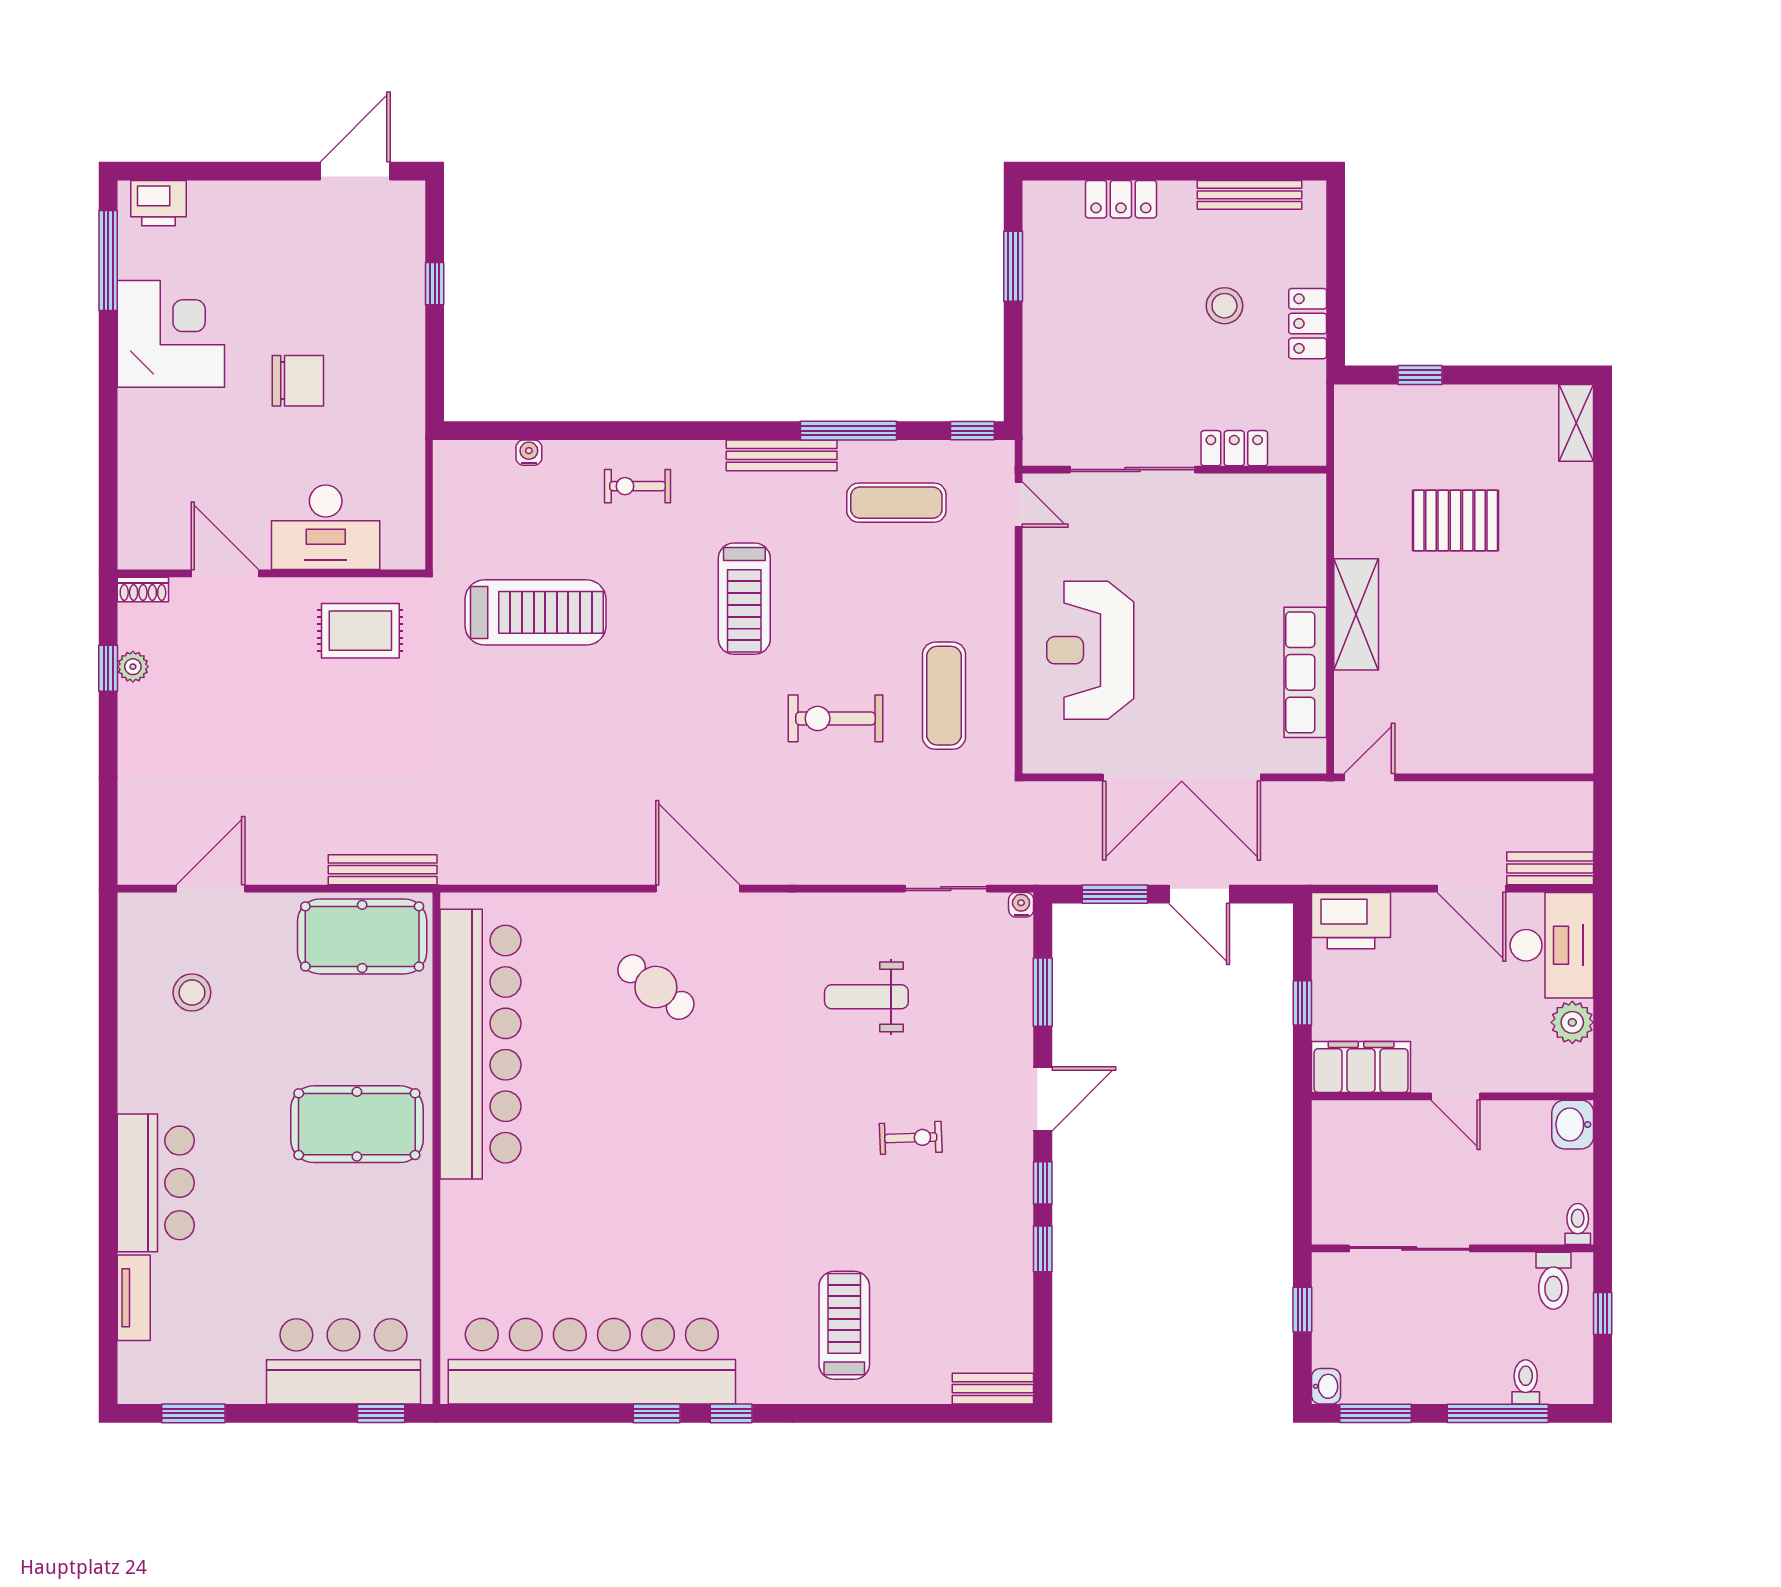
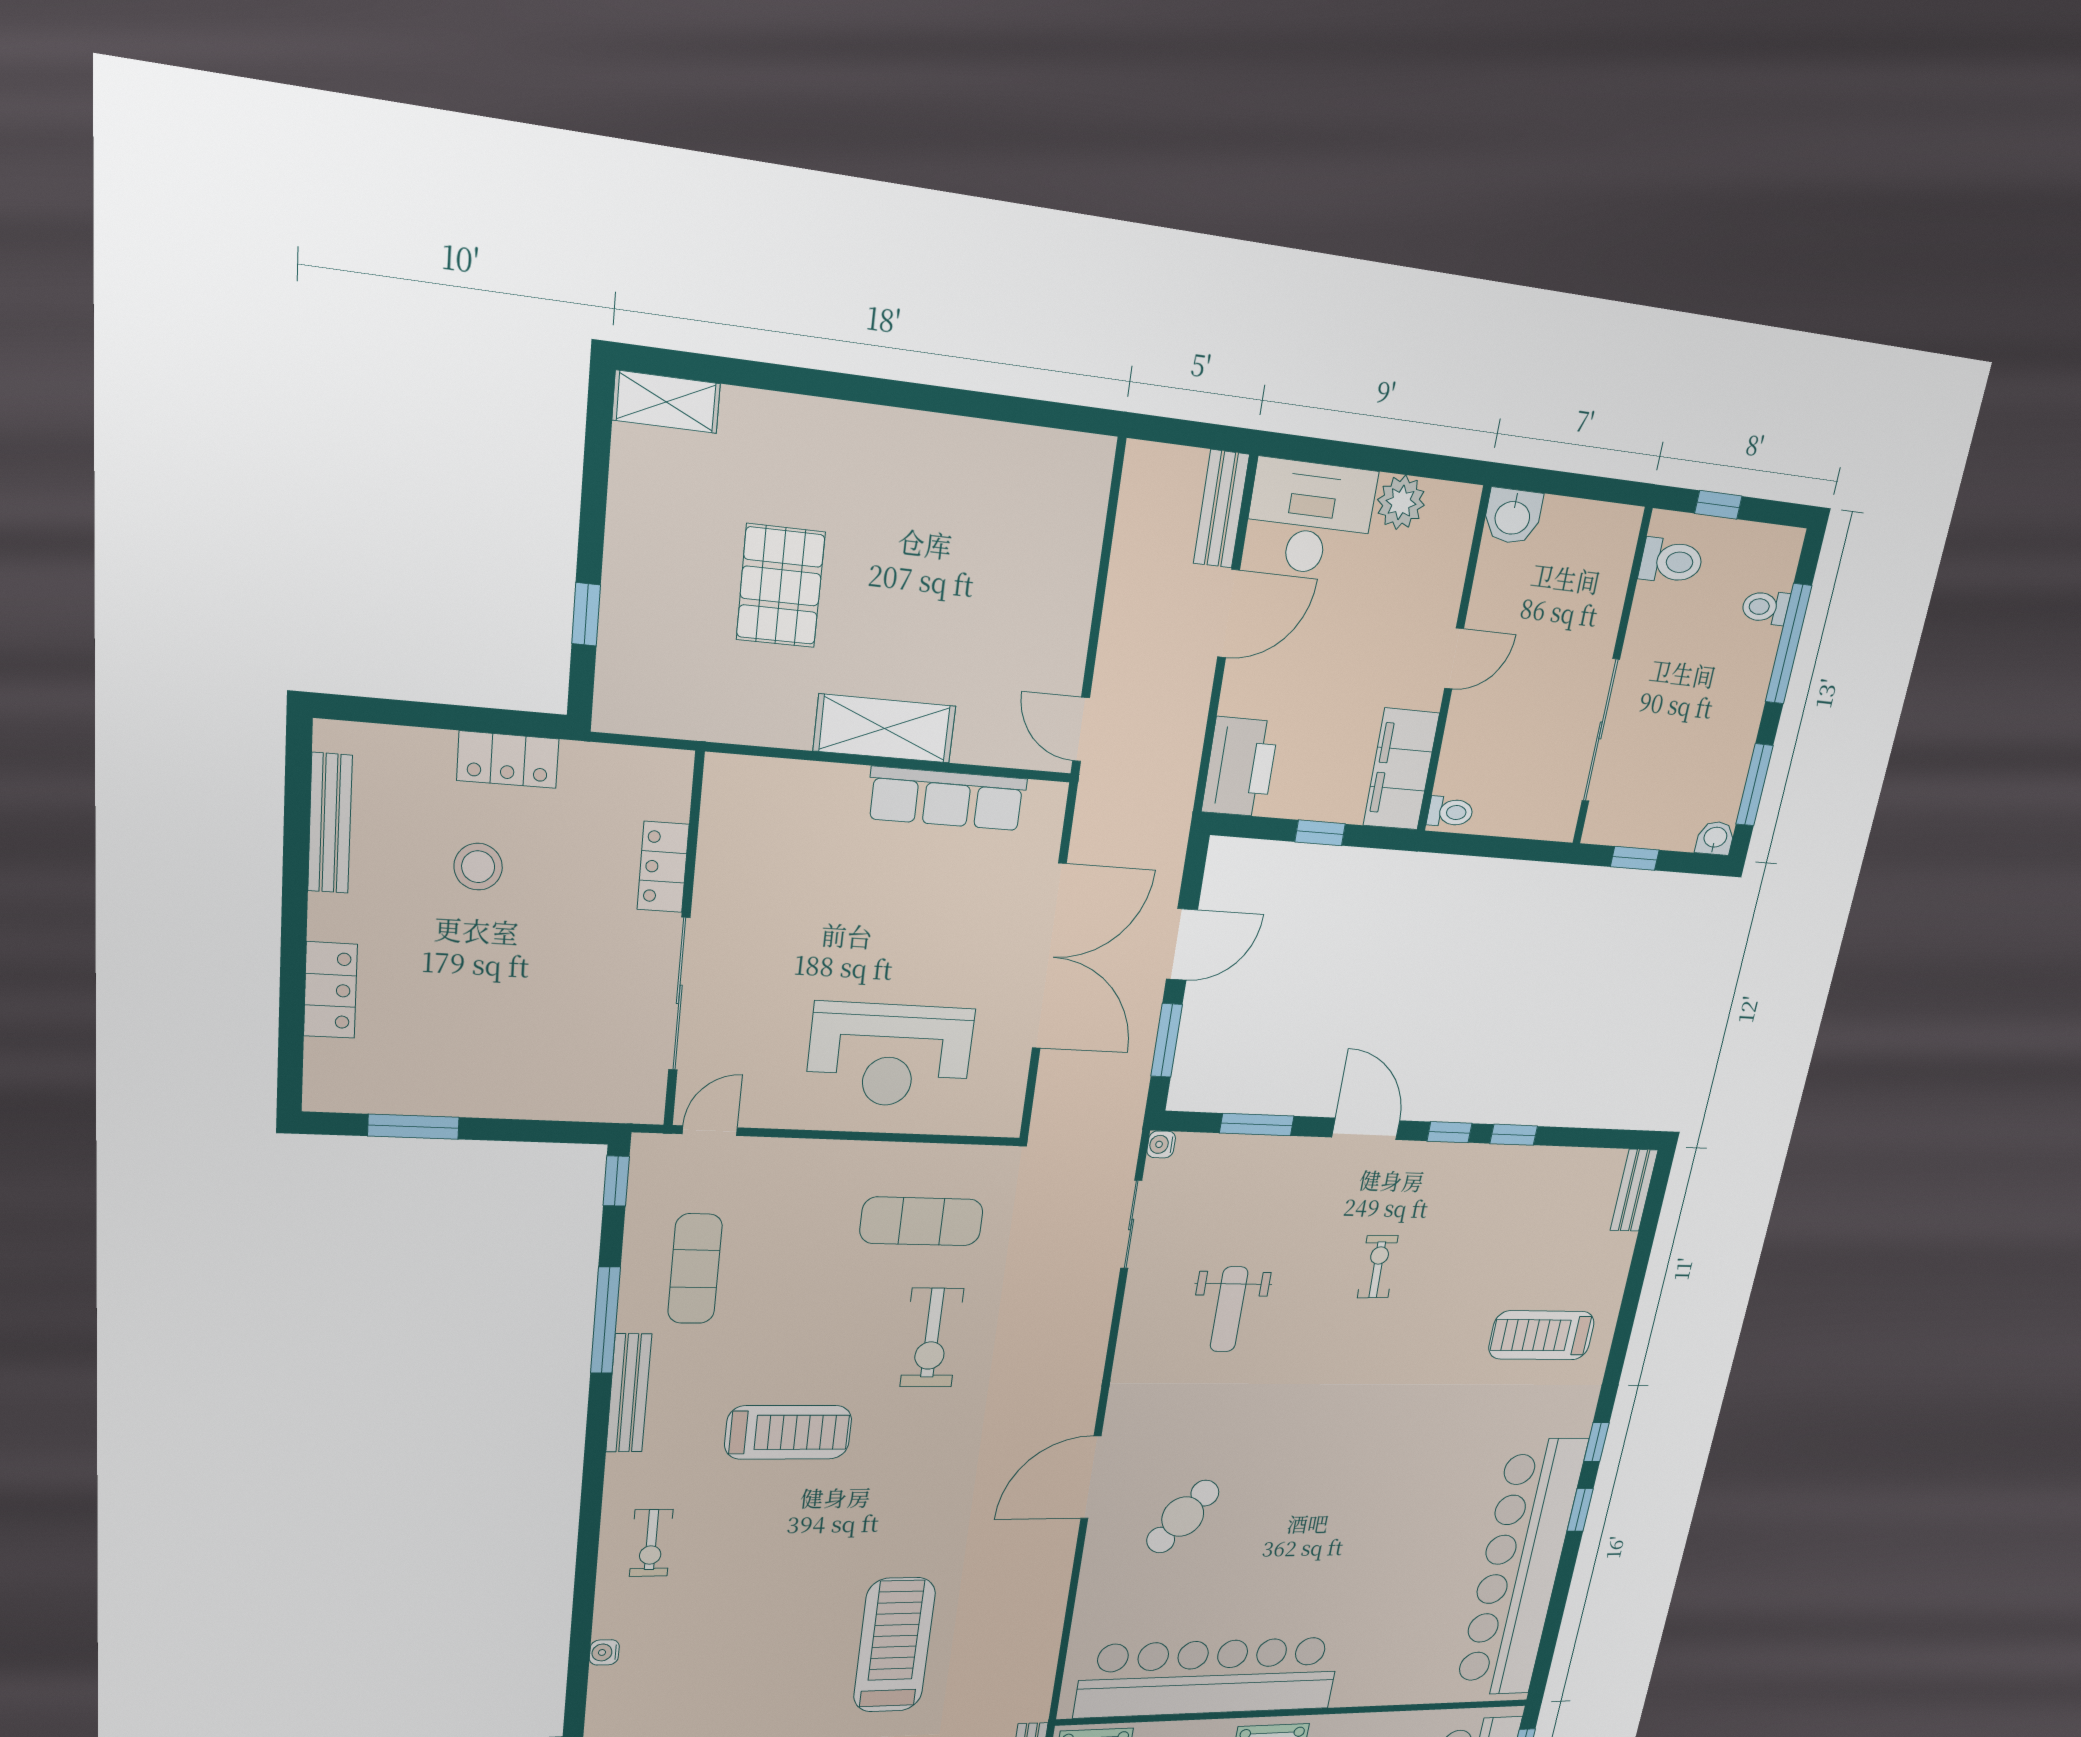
treadmill: (536, 612) -> (894, 1645), moved
toilet: (1578, 1224) -> (1450, 812), moved, turned 180

